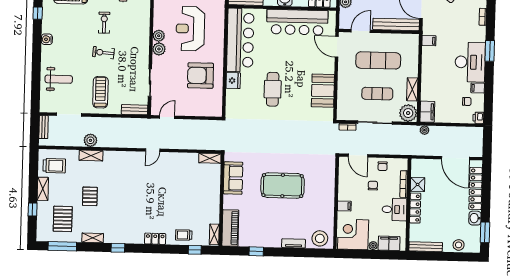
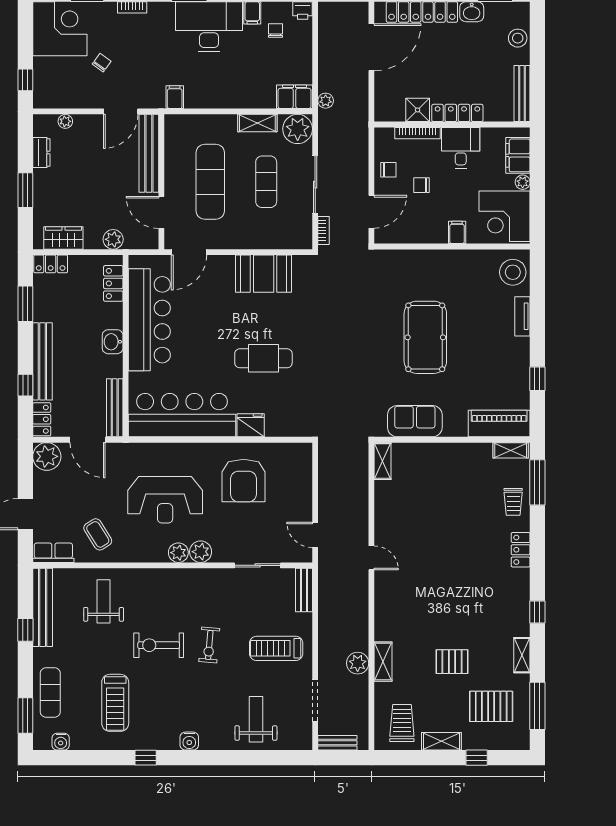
exercise bike: (104, 23) -> (159, 645), width x1.38, depth x1.39
window: (195, 250) -> (537, 482), width x2.17

